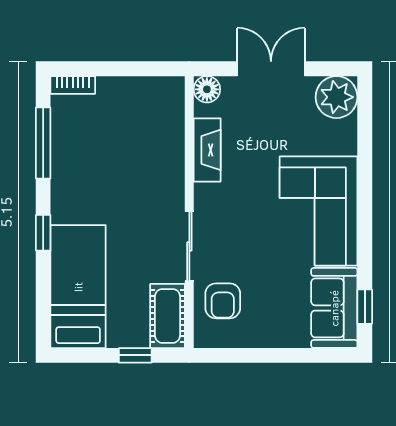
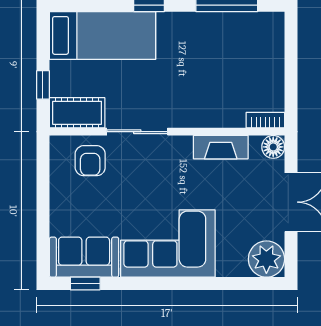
bookcase: (73, 85) -> (265, 120), moved, turned 90
armchair: (223, 301) -> (90, 161), turned -90

